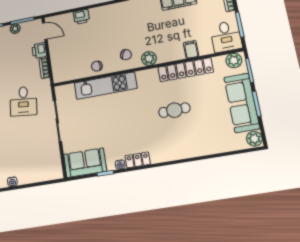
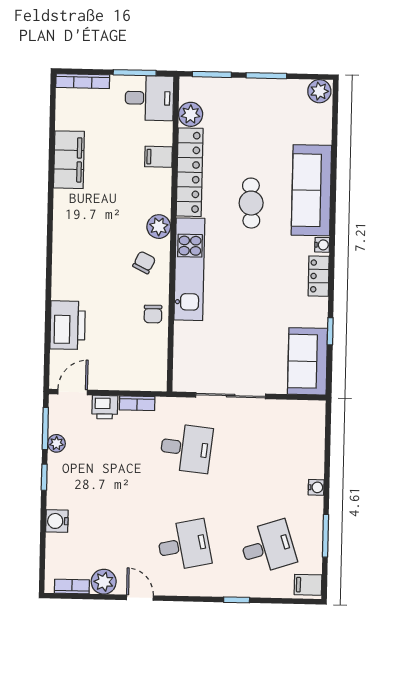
printer: (81, 17) -> (68, 325), width x1.87, depth x1.48
plant: (234, 61) -> (191, 114), moved
kitchen unit: (105, 86) -> (189, 269), moved
sofa: (242, 103) -> (311, 190), moved, turned 90
water cooler: (120, 165) -> (322, 245), moved

